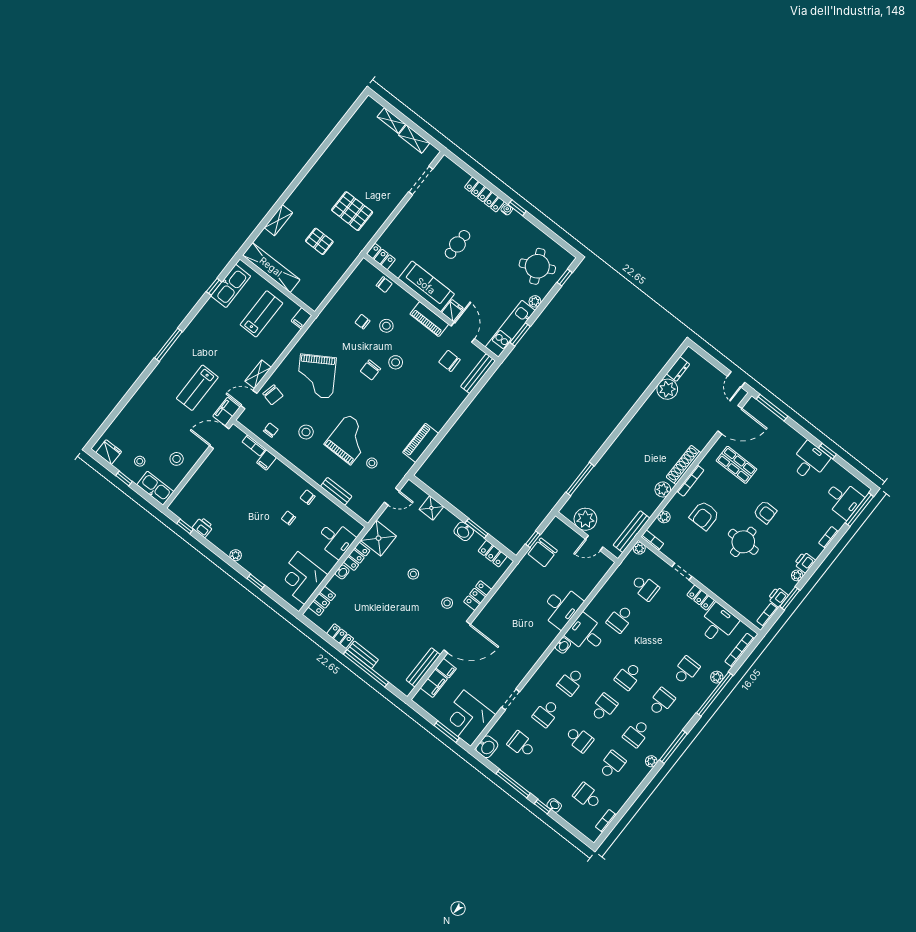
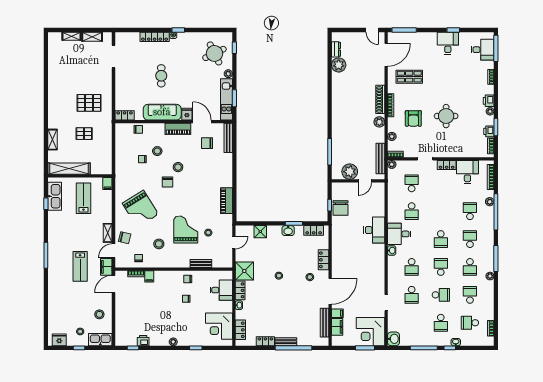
armchair: (765, 512) -> (445, 90), removed
school desk: (645, 587) -> (412, 183), turned -90
school desk: (522, 745) -> (441, 323), moved, turned -90

